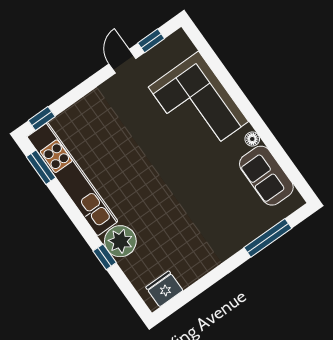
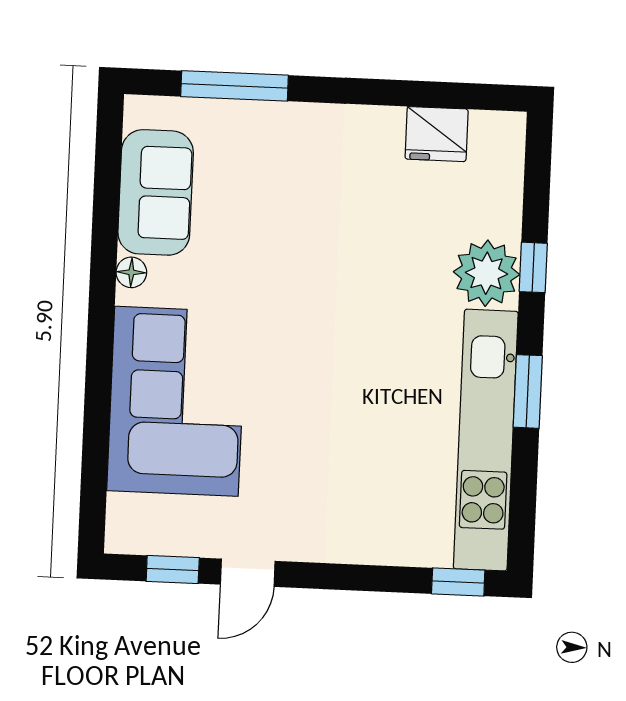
window: (41, 167) -> (528, 391), moved
fridge: (164, 289) -> (437, 134), moved

